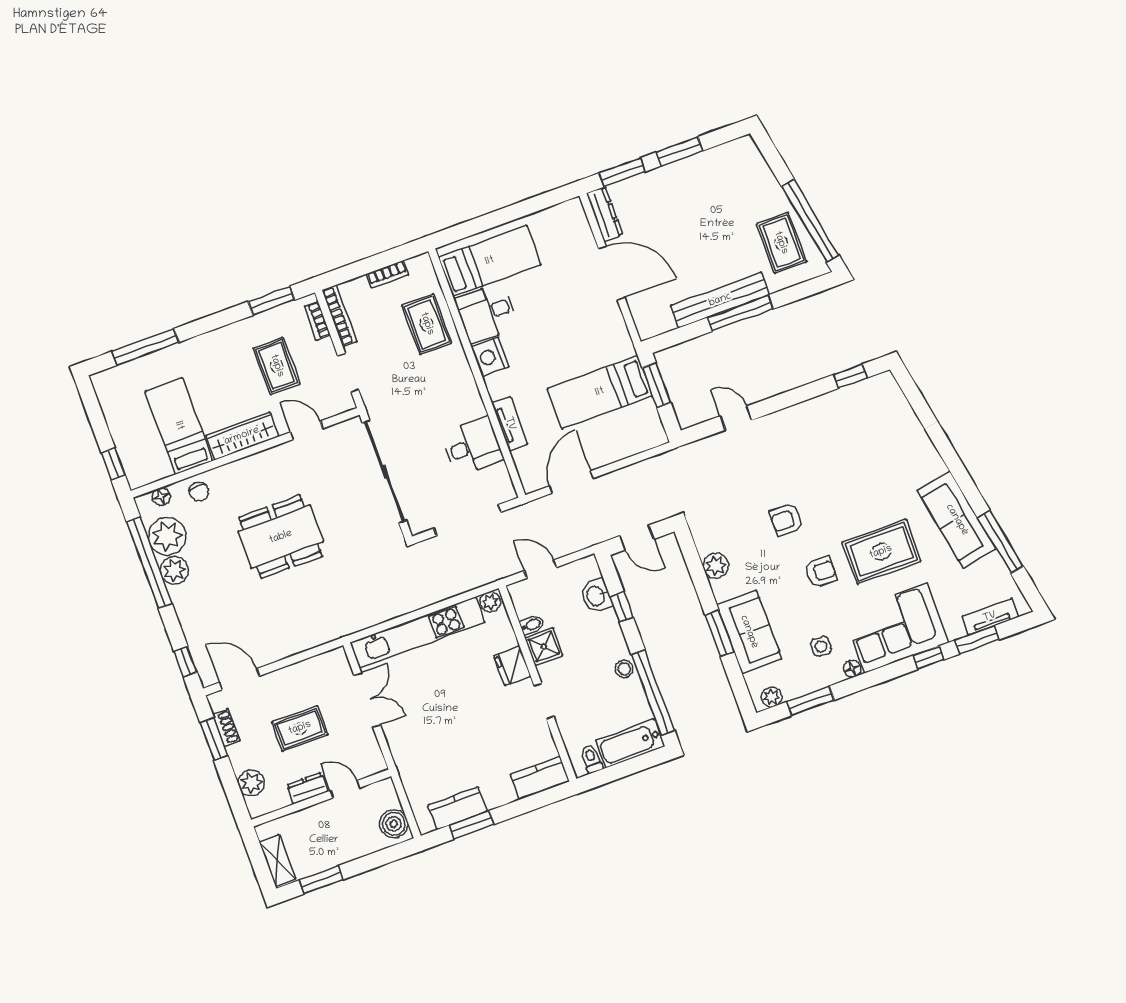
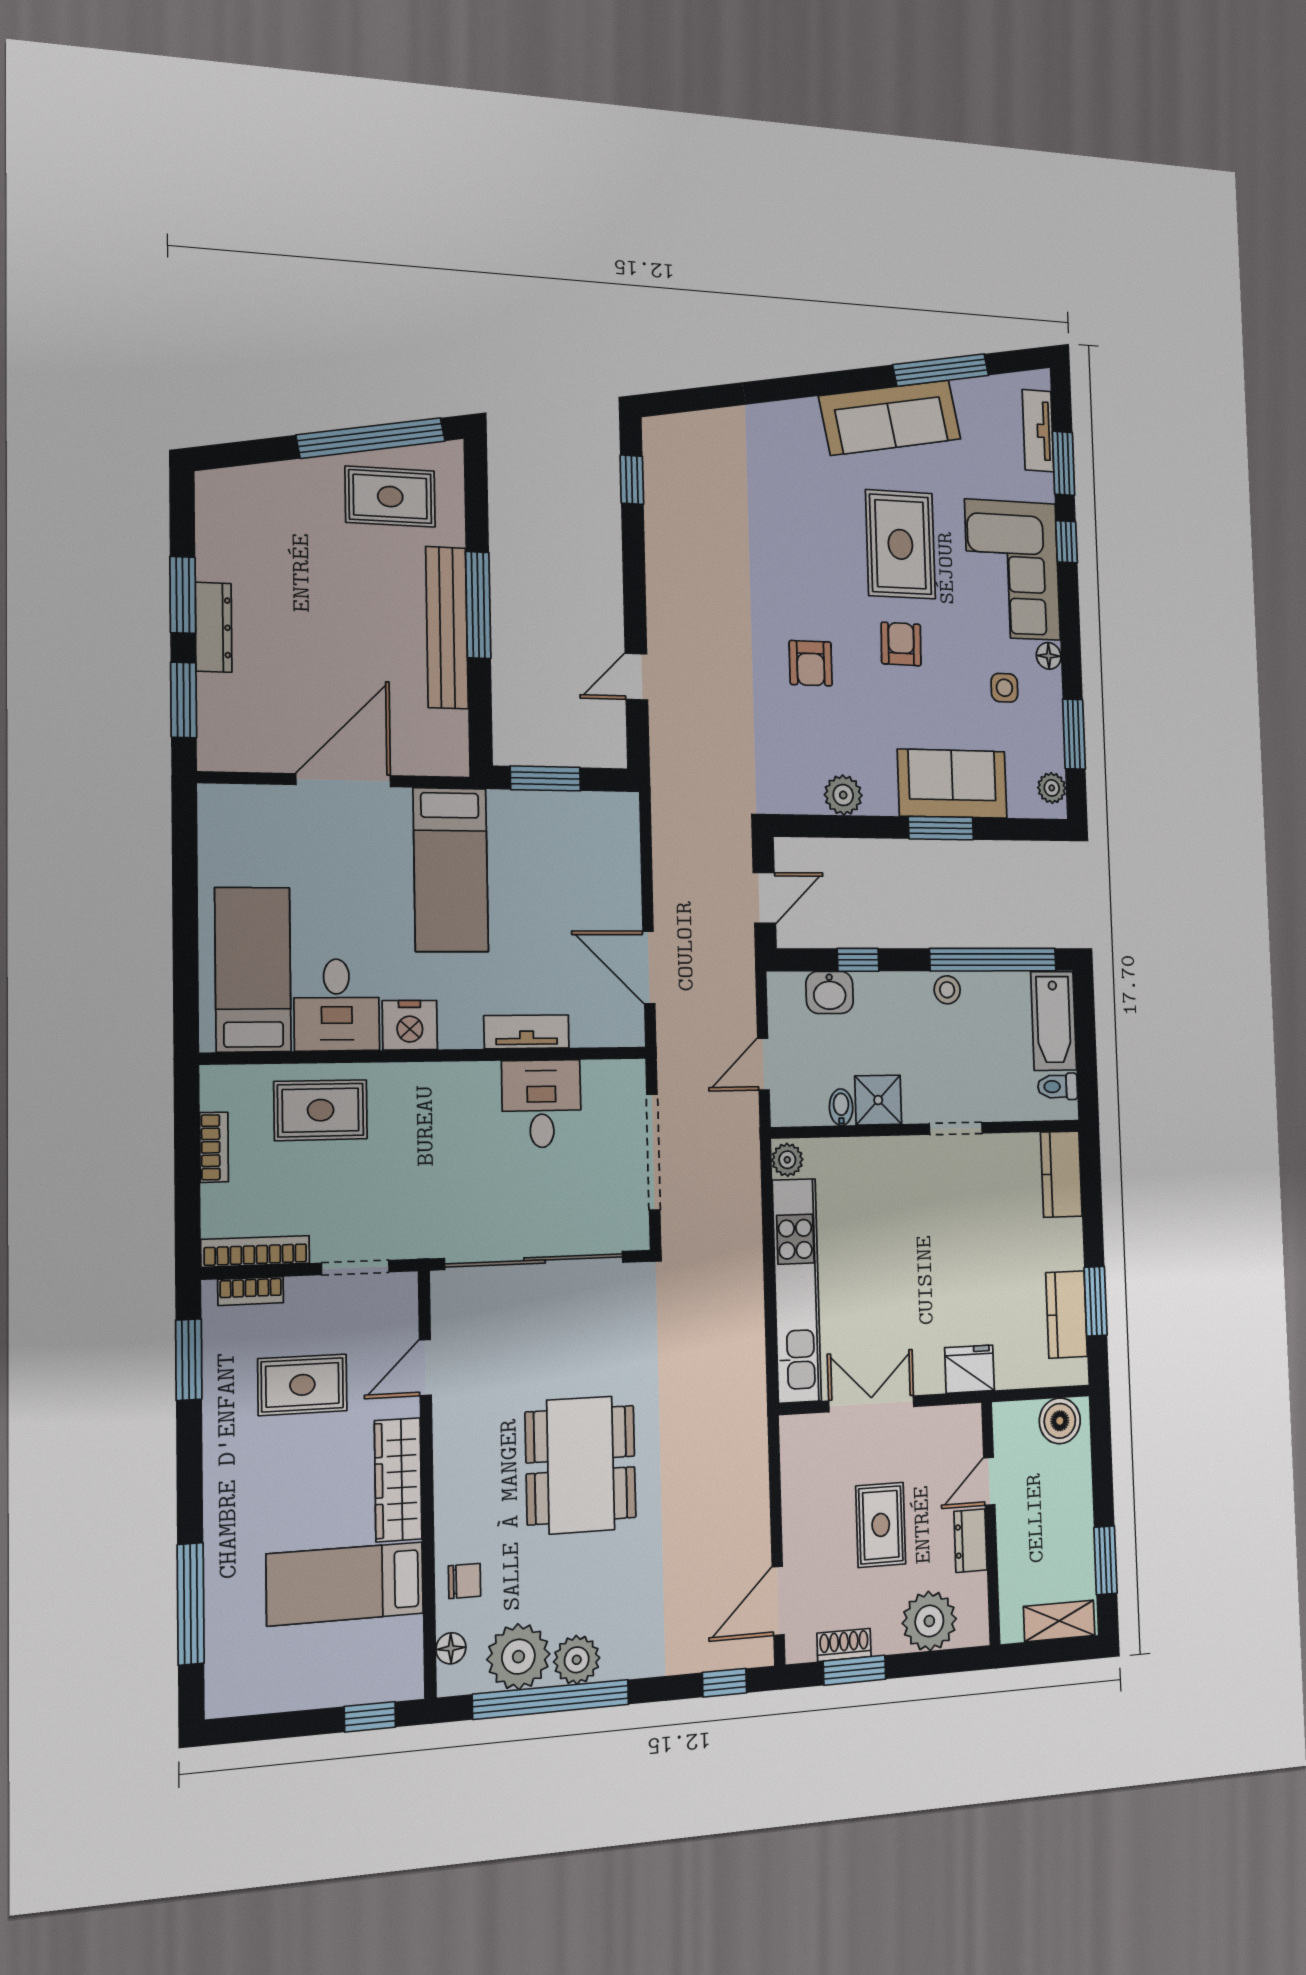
dresser: (605, 214) -> (214, 627), moved, turned 90
bed: (600, 392) -> (451, 870), moved
fridge: (512, 666) -> (970, 1369), moved, turned 180
plant: (251, 783) -> (929, 1621), width x1.36, depth x1.36

